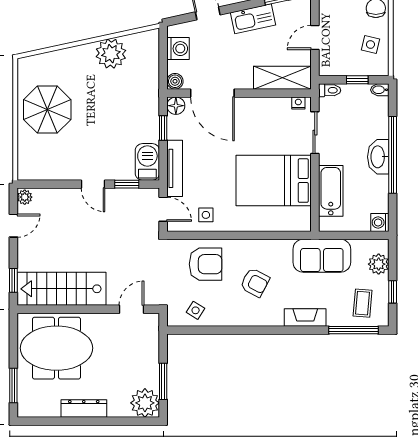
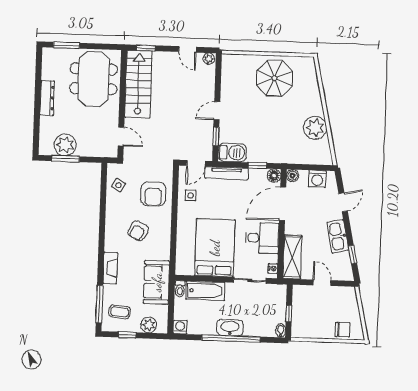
side table: (370, 44) -> (315, 325), removed
toilet: (330, 90) -> (180, 289), moved
desk: (259, 118) -> (262, 238), added
plant: (145, 403) -> (65, 145), moved

